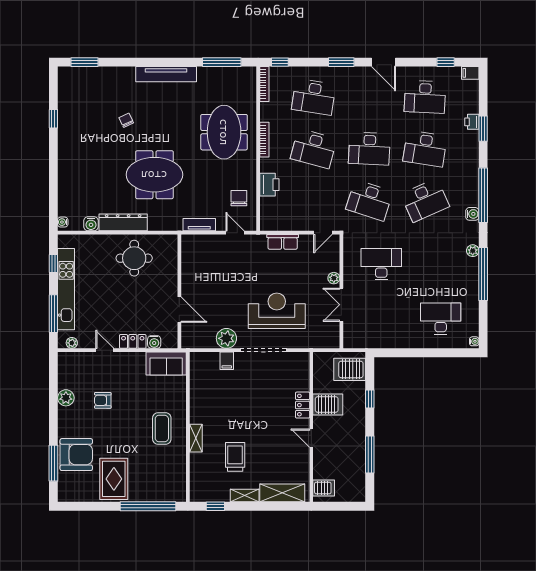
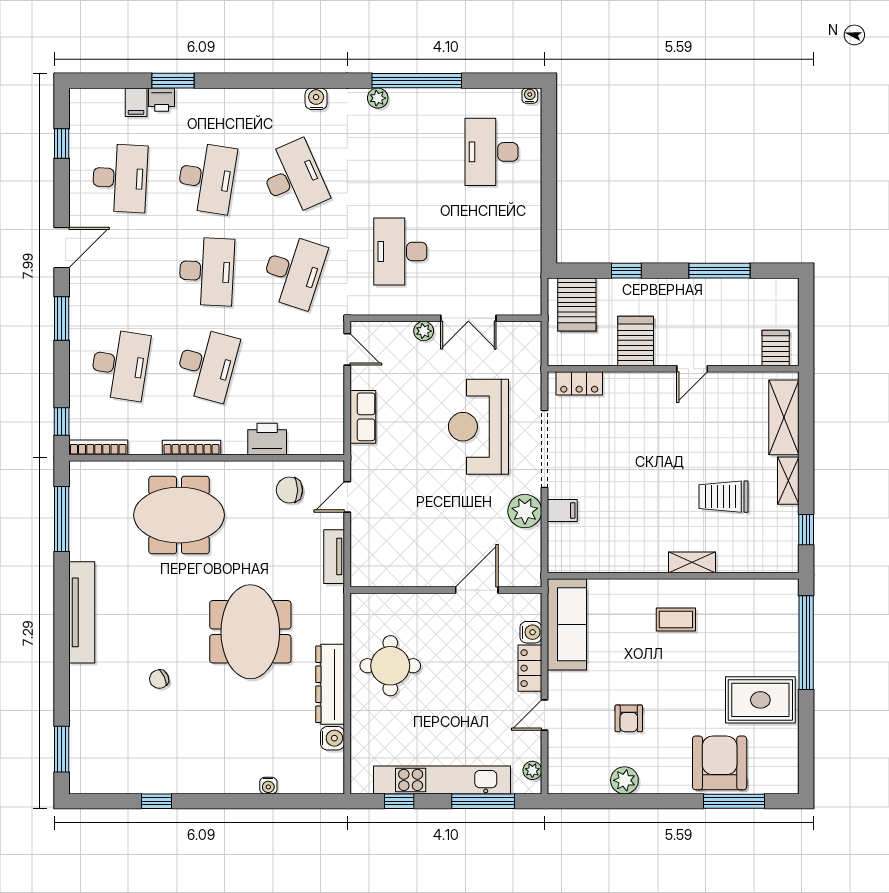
filing cabinet: (470, 73) -> (136, 102), moved
window: (483, 195) -> (285, 81), removed
water cooler: (63, 222) -> (268, 786), moved
sofa: (166, 363) -> (567, 624), width x1.36
locker: (303, 405) -> (579, 383), moved
coffee table: (162, 428) -> (676, 619), width x0.73, depth x0.77

